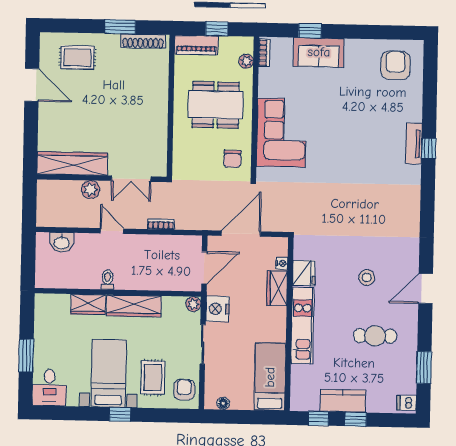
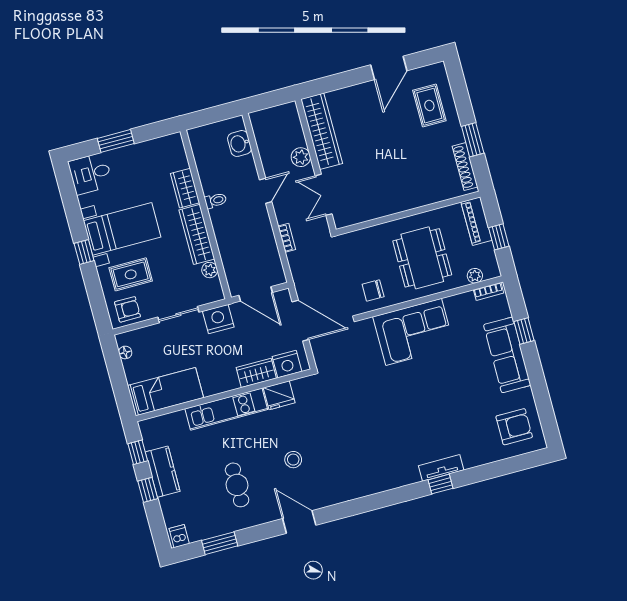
sofa: (319, 52) -> (507, 355), width x1.36
nightstand: (282, 263) -> (287, 364), width x1.89, depth x1.79
plant: (193, 304) -> (210, 270), moved

